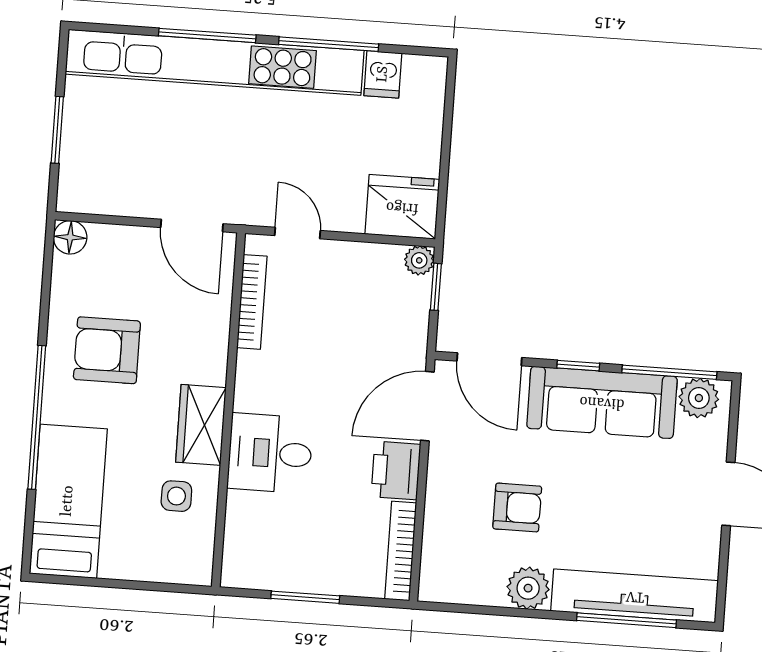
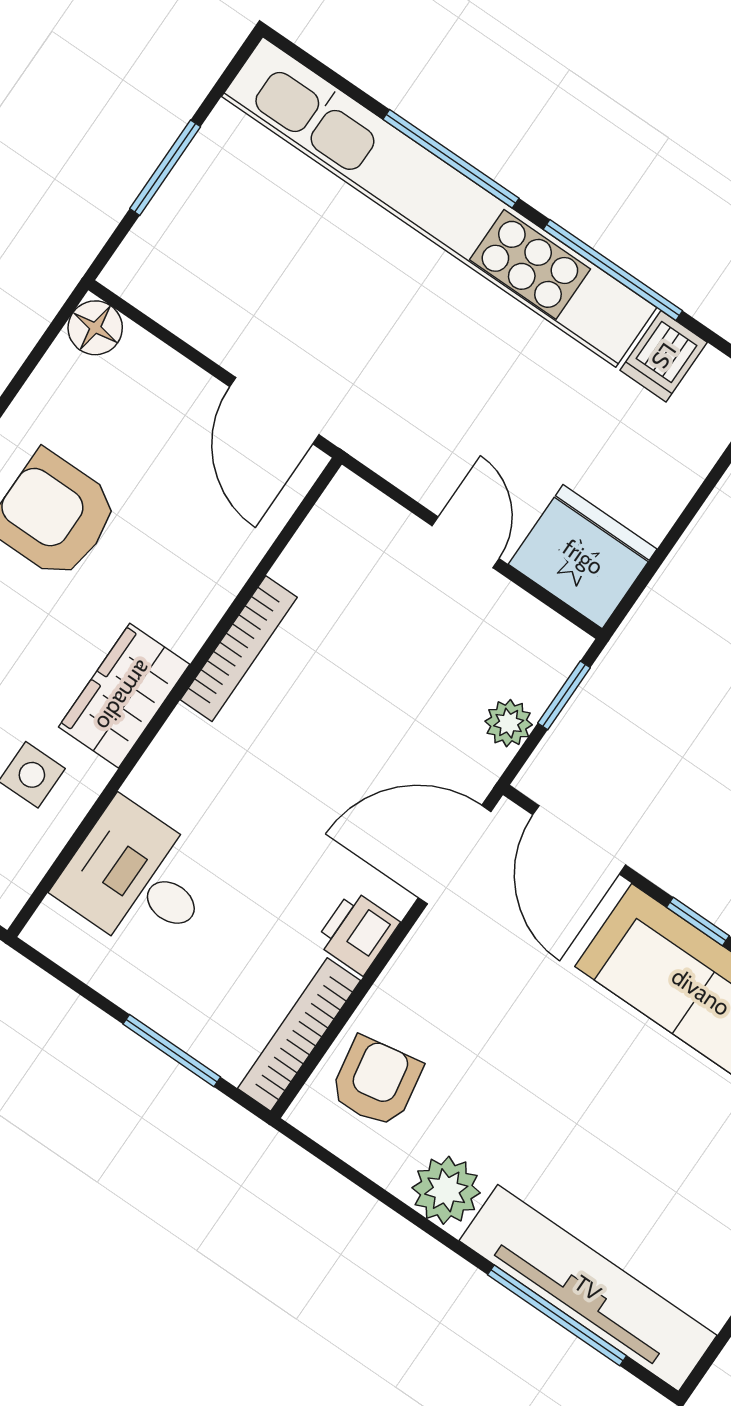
door: (297, 233) -> (465, 542), moved
plant: (419, 260) -> (509, 723), moved
bookcase: (252, 302) -> (239, 649), moved
desk: (270, 453) -> (137, 879), moved
printer: (396, 470) -> (357, 932), width x0.73, depth x0.81
armchair: (517, 507) -> (376, 1082), moved, turned -100
window: (305, 597) -> (172, 1051), moved

